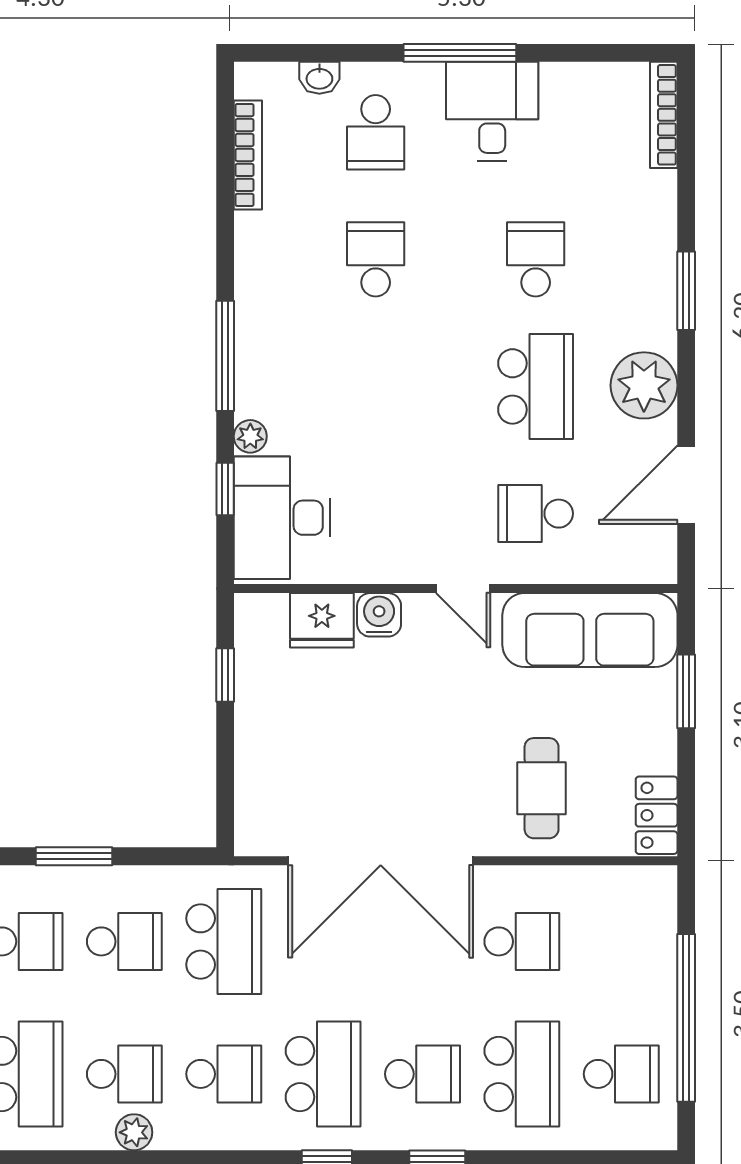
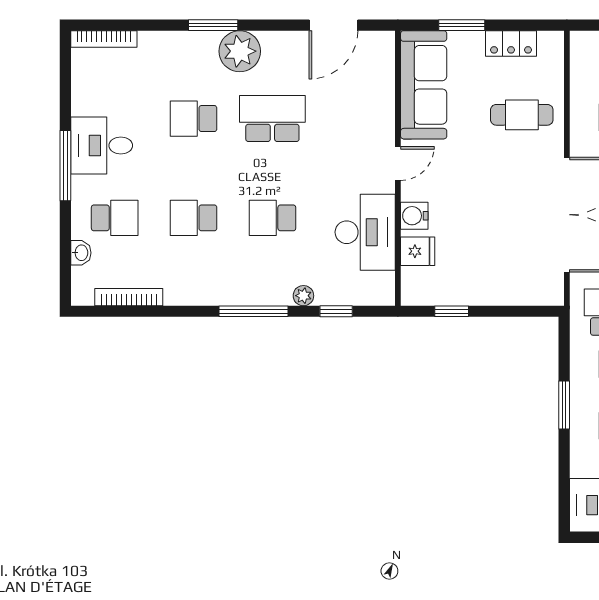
plant: (644, 385) -> (240, 51), moved
door: (686, 485) -> (333, 25), hinge flipped
school desk: (536, 514) -> (272, 218), moved, turned 90
desk: (282, 518) -> (365, 232), moved, turned -90
fridge: (322, 620) -> (418, 251), width x0.72
locker: (657, 815) -> (511, 43), moved

